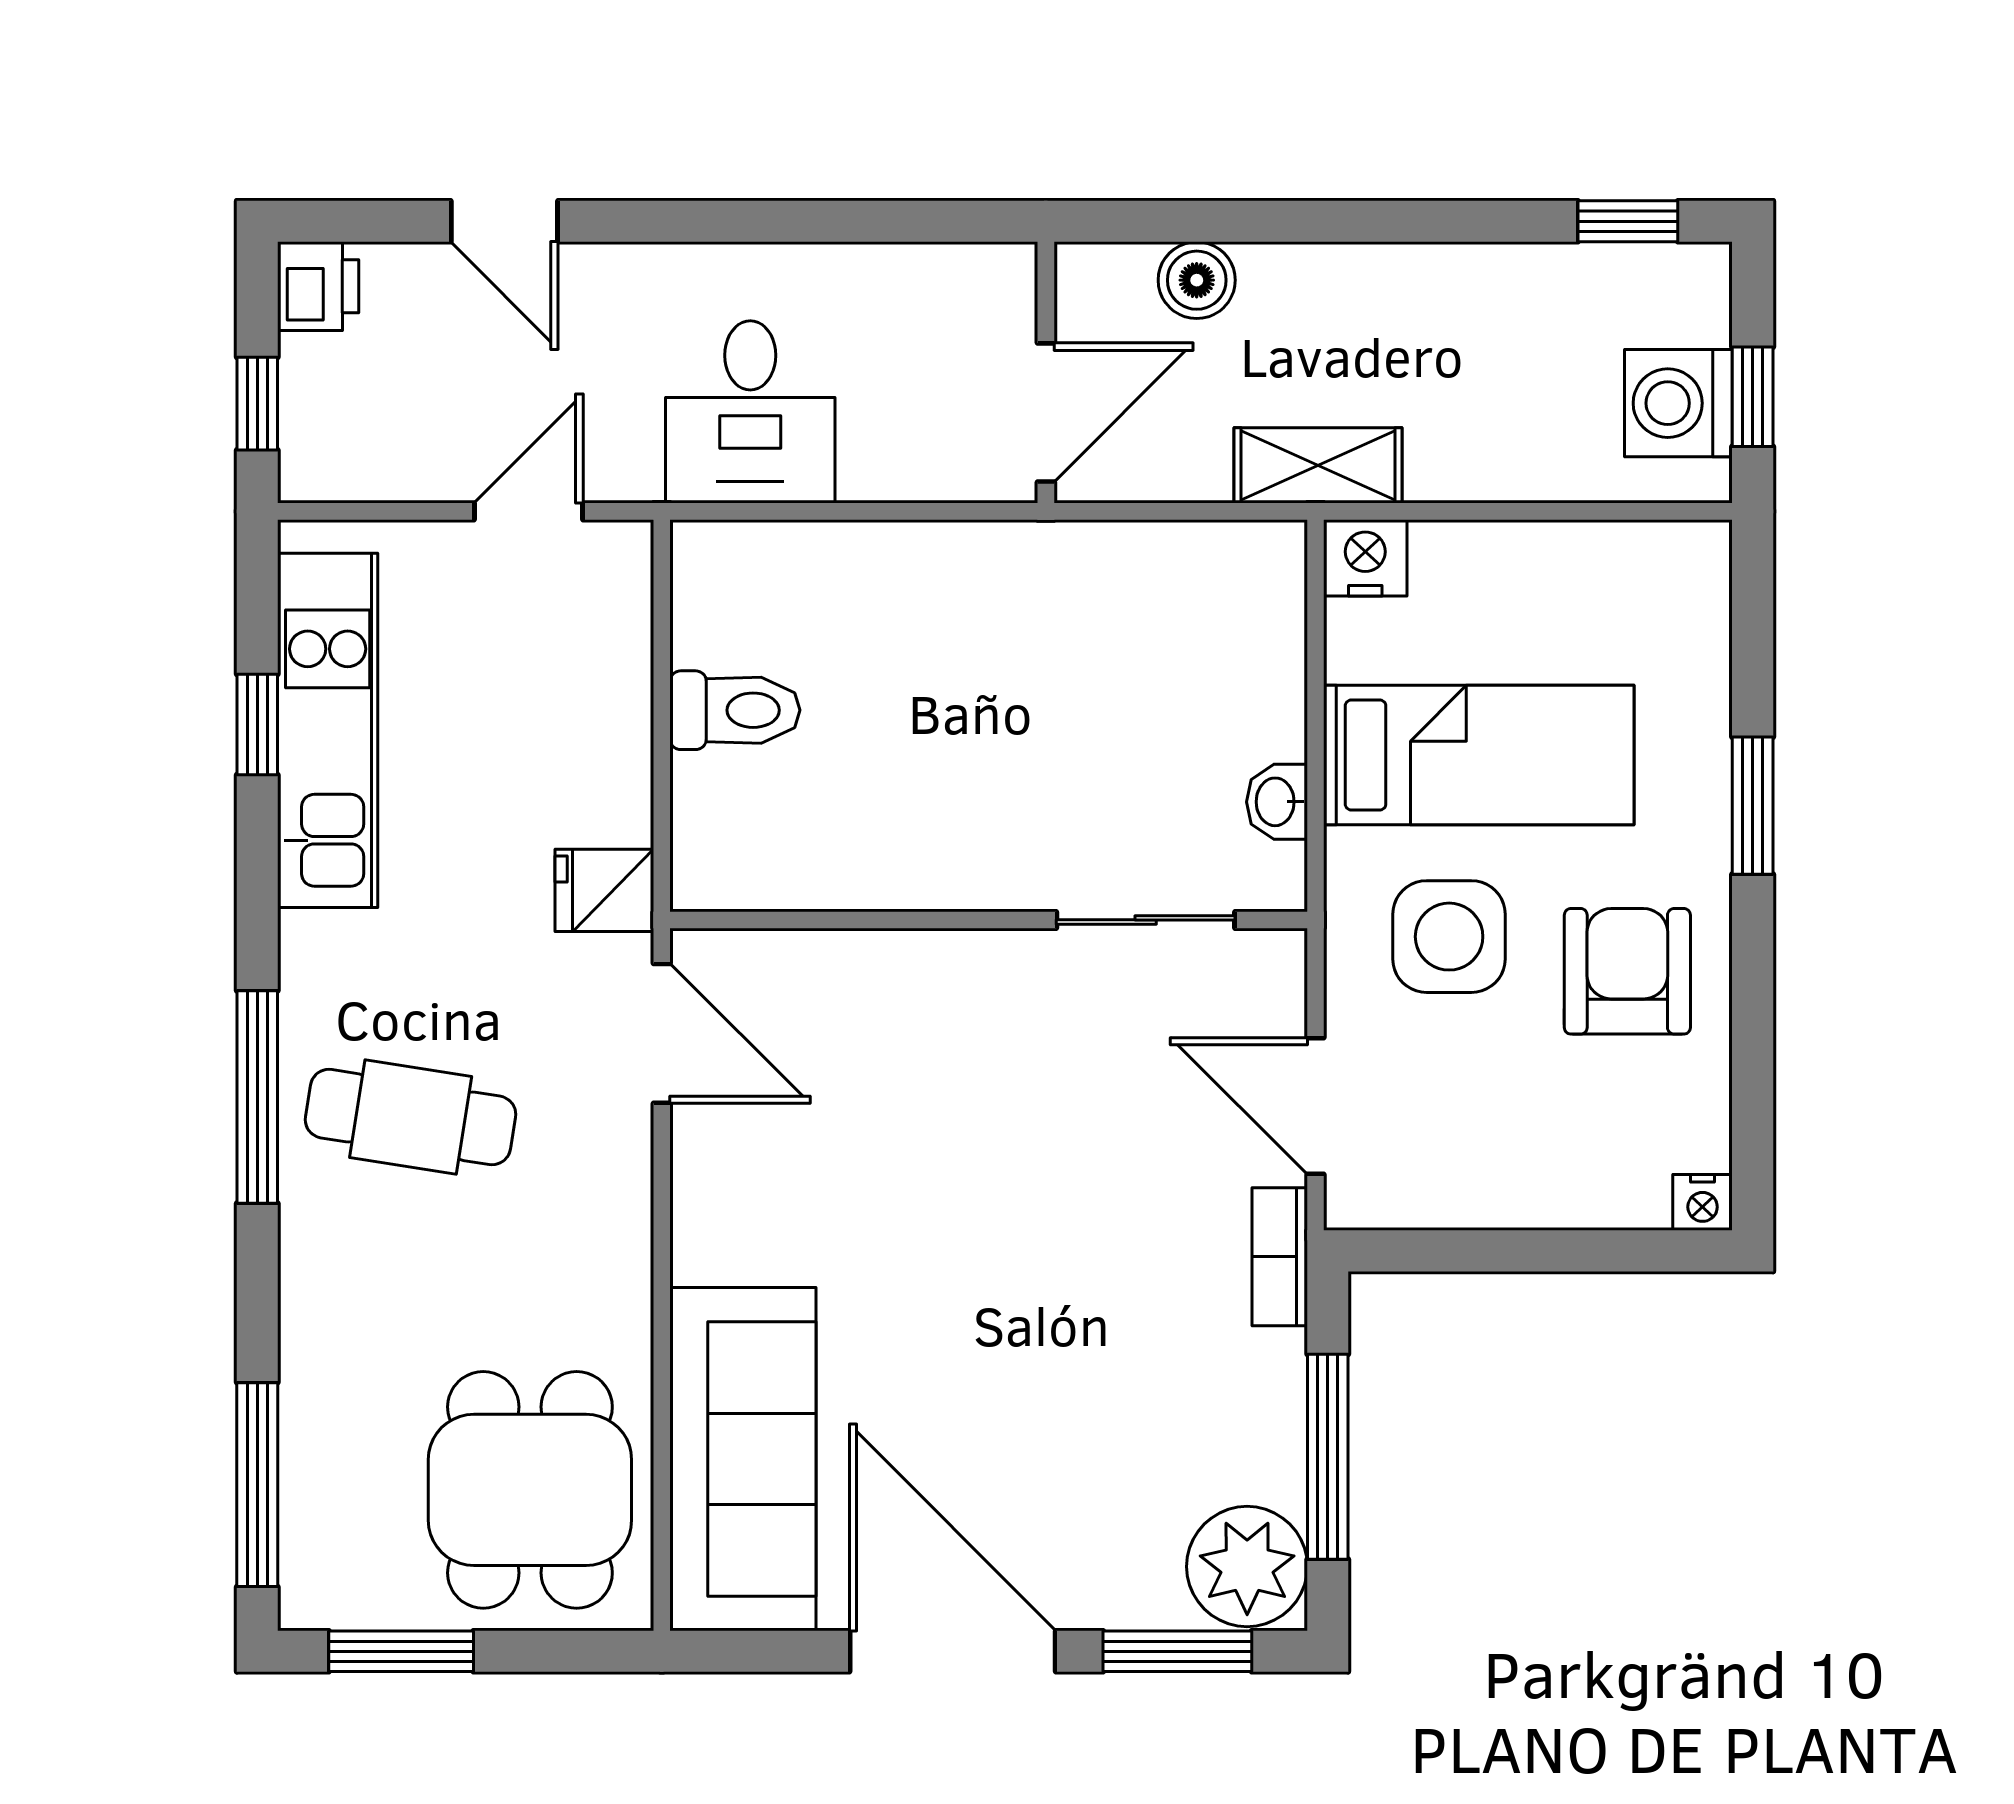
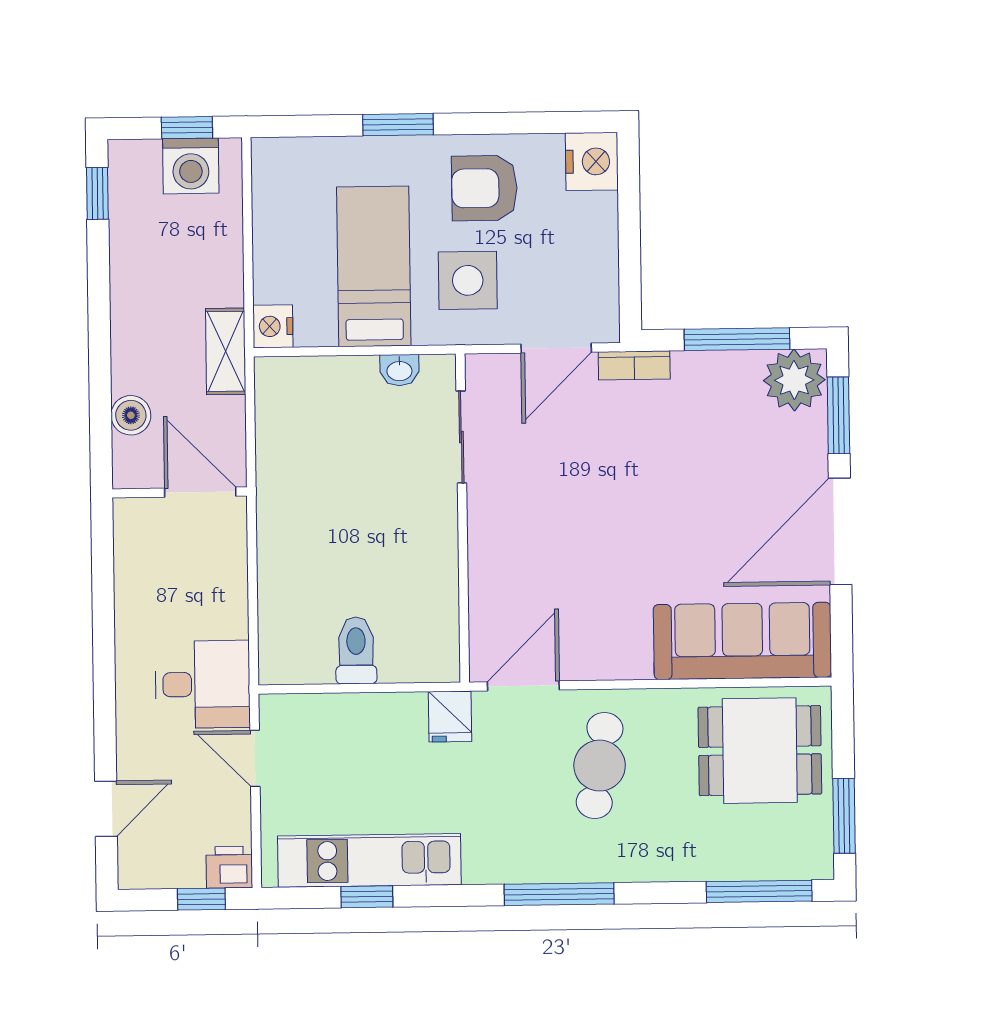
door: (504, 221) -> (106, 809), moved
printer: (318, 286) -> (229, 867), moved
desk: (750, 412) -> (203, 684), moved
cafe table: (411, 1117) -> (600, 766), moved
nightstand: (1703, 1202) -> (592, 161), width x1.89, depth x1.79

